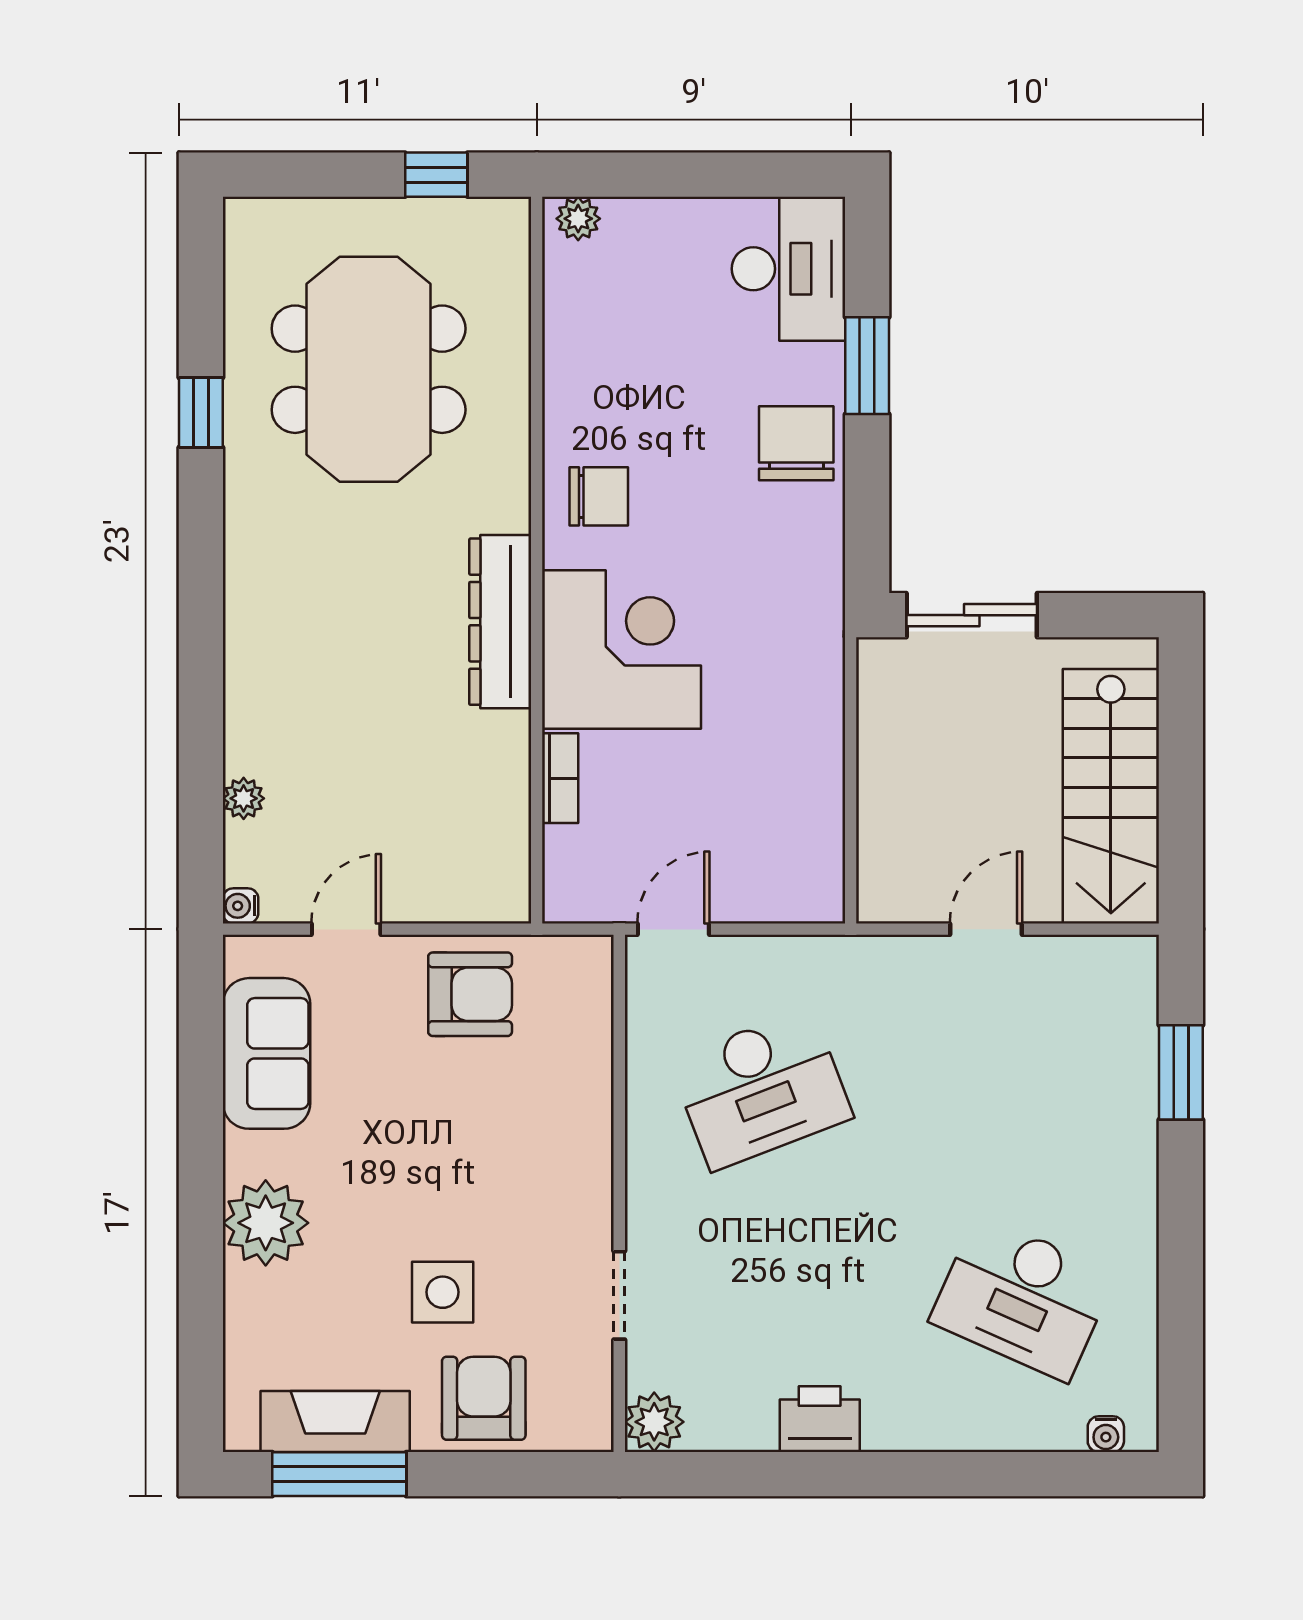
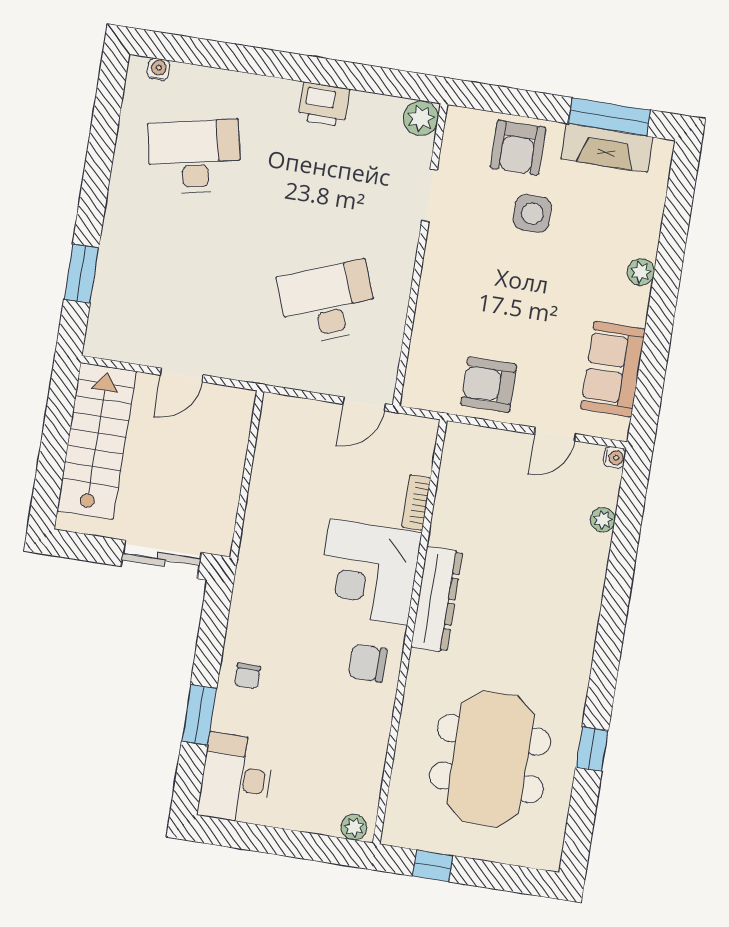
chair: (796, 443) -> (247, 676), width x0.54, depth x0.54
plant: (266, 1223) -> (641, 272), width x0.53, depth x0.53
desk: (1023, 1298) -> (194, 157), turned -36

